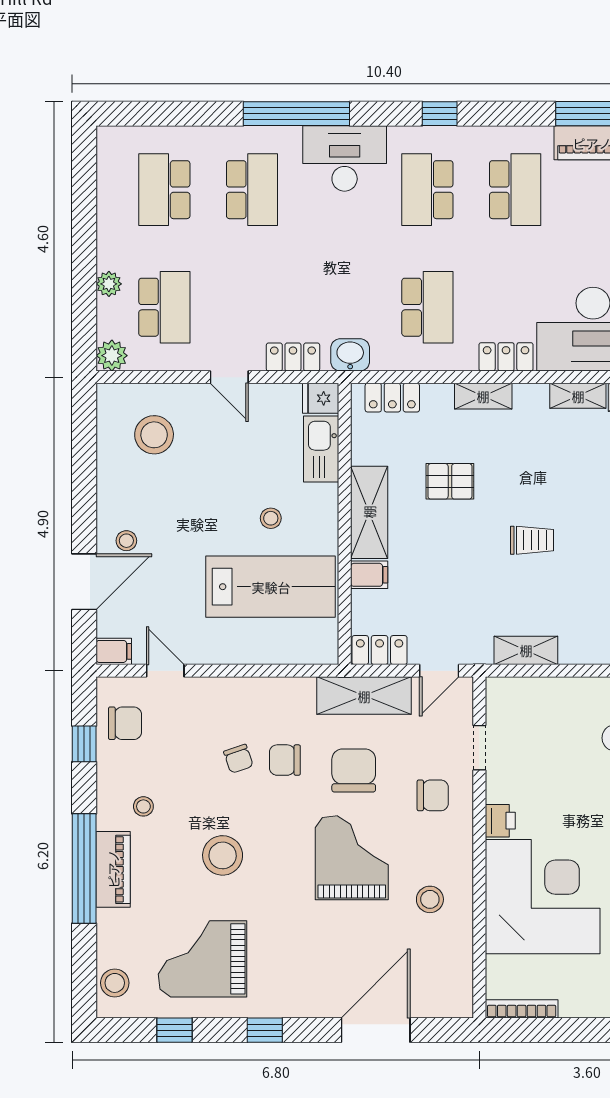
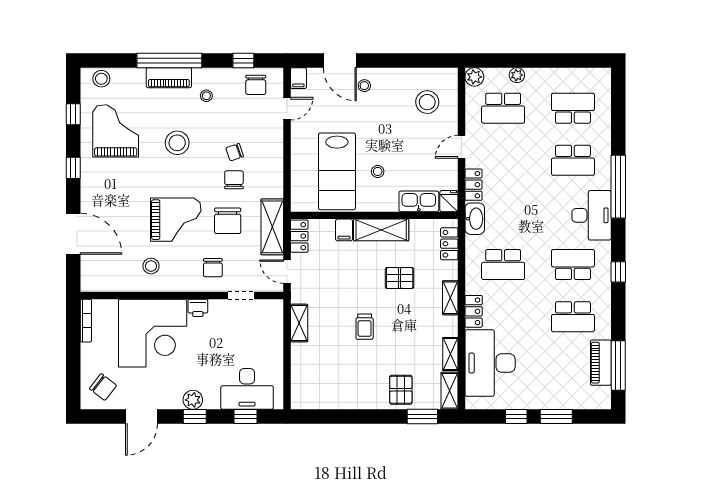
washbasin: (350, 355) -> (475, 219), width x1.38
pallet: (450, 481) -> (400, 278), turned 90
chair: (354, 771) -> (228, 221), turned 90

